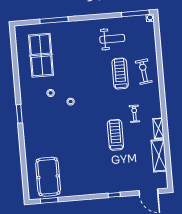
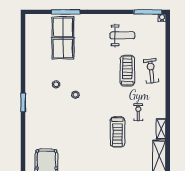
table tennis table: (41, 55) -> (63, 38), moved
treadmill: (115, 135) -> (118, 132), turned 180

